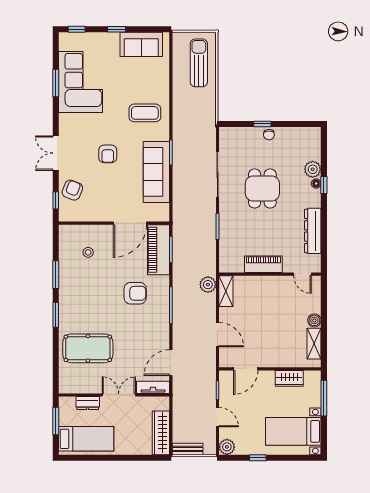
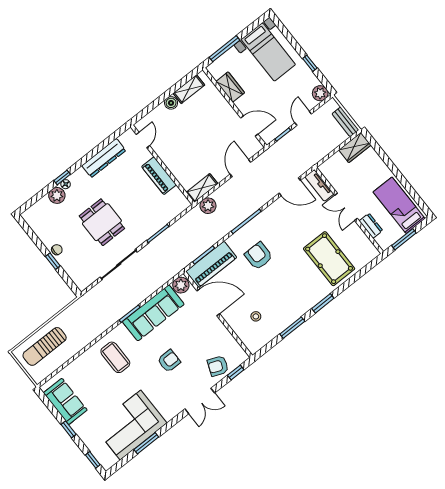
dining table: (262, 188) -> (102, 222), turned 90
plant: (161, 212) -> (181, 285), added
wardrobe: (161, 433) -> (355, 148), width x0.67

